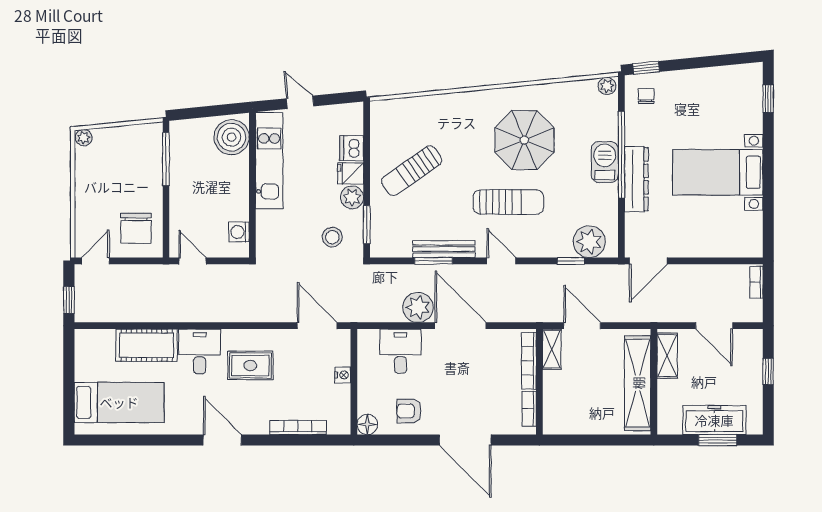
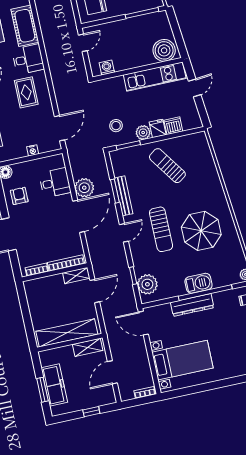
bed with nightstands: (718, 172) -> (182, 360), moved, turned 90

